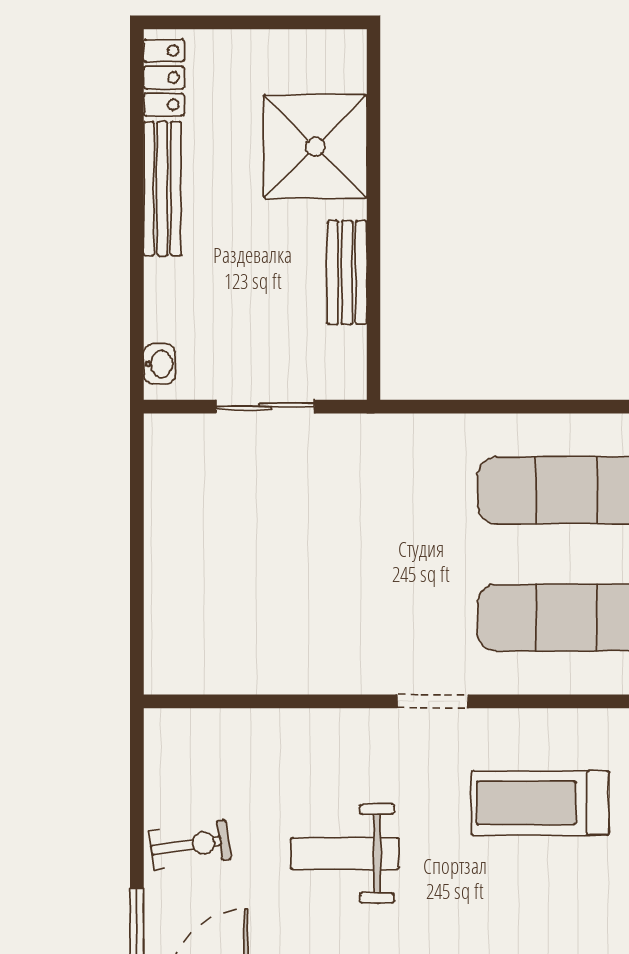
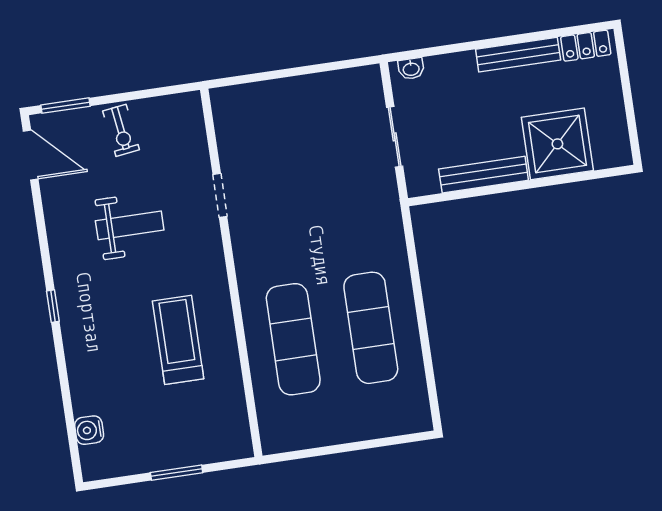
bench: (347, 272) -> (484, 175), width x1.36
doorway: (433, 701) -> (220, 195), moved
weight bench: (345, 853) -> (130, 225), turned 90

